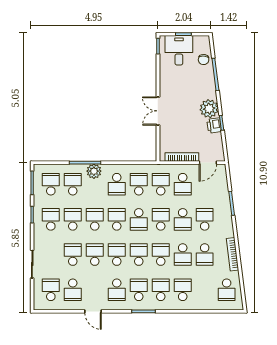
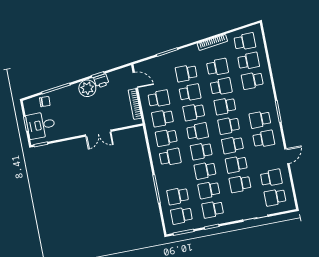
plant: (94, 171) -> (163, 180), removed
school desk: (161, 290) -> (249, 61), moved, turned 180

